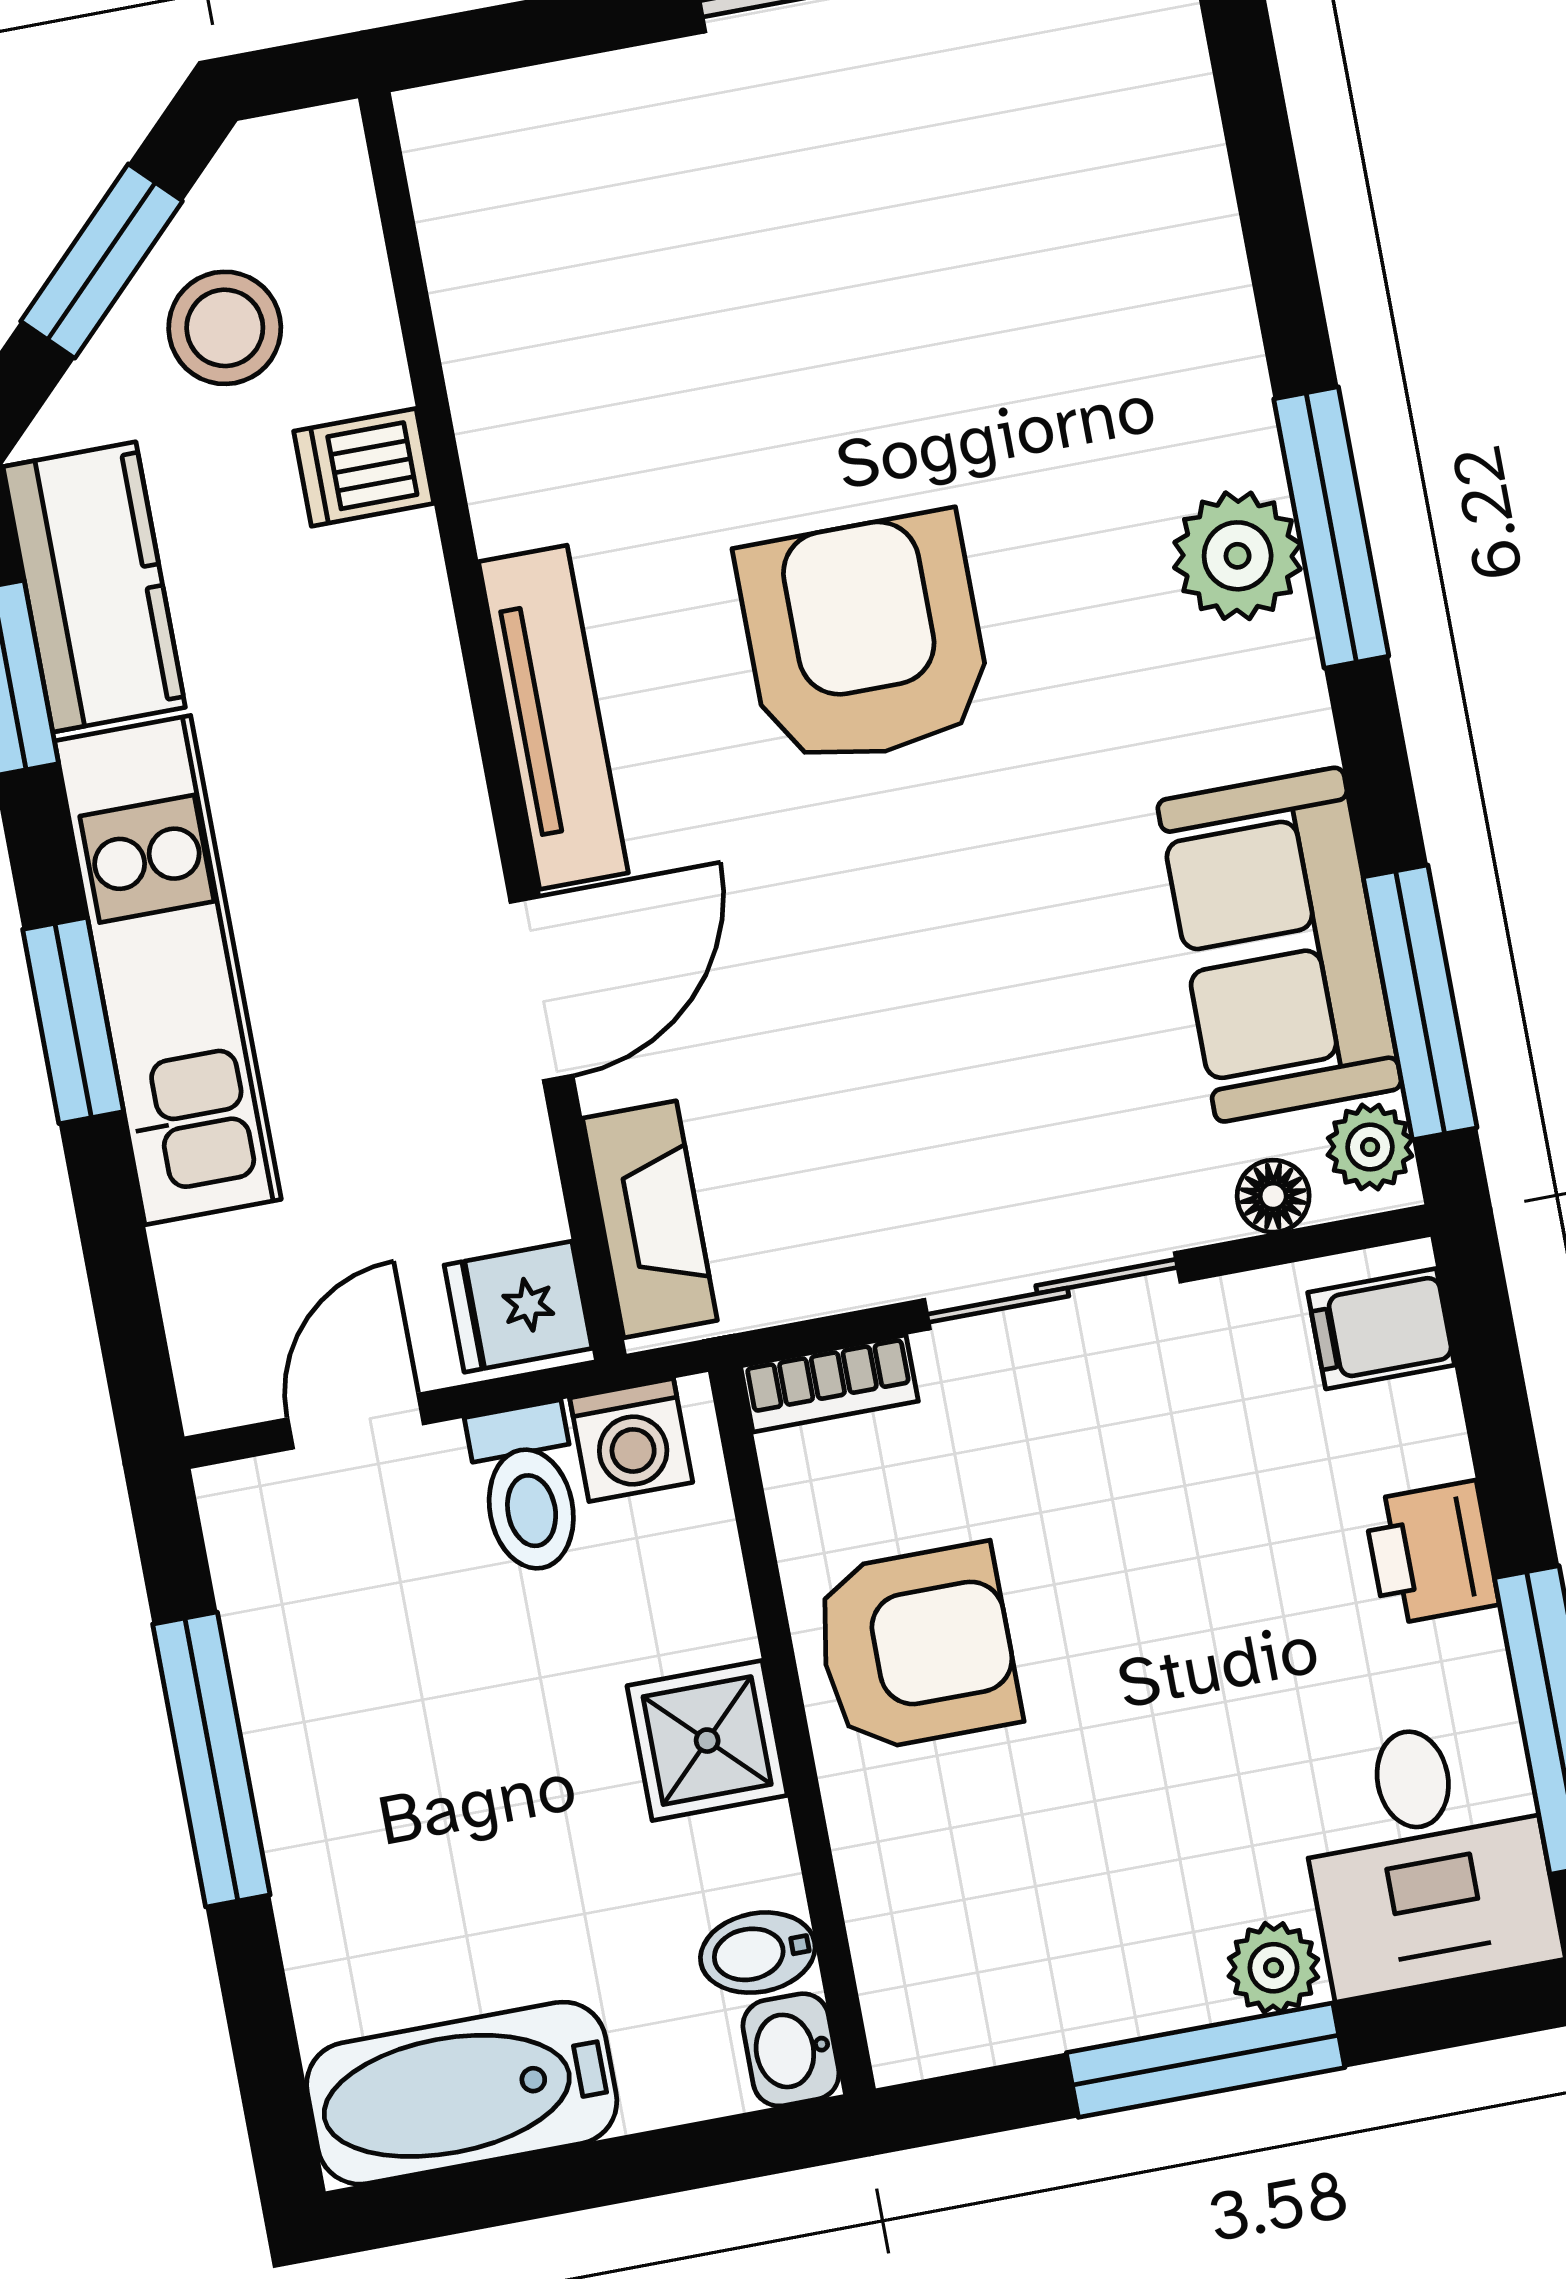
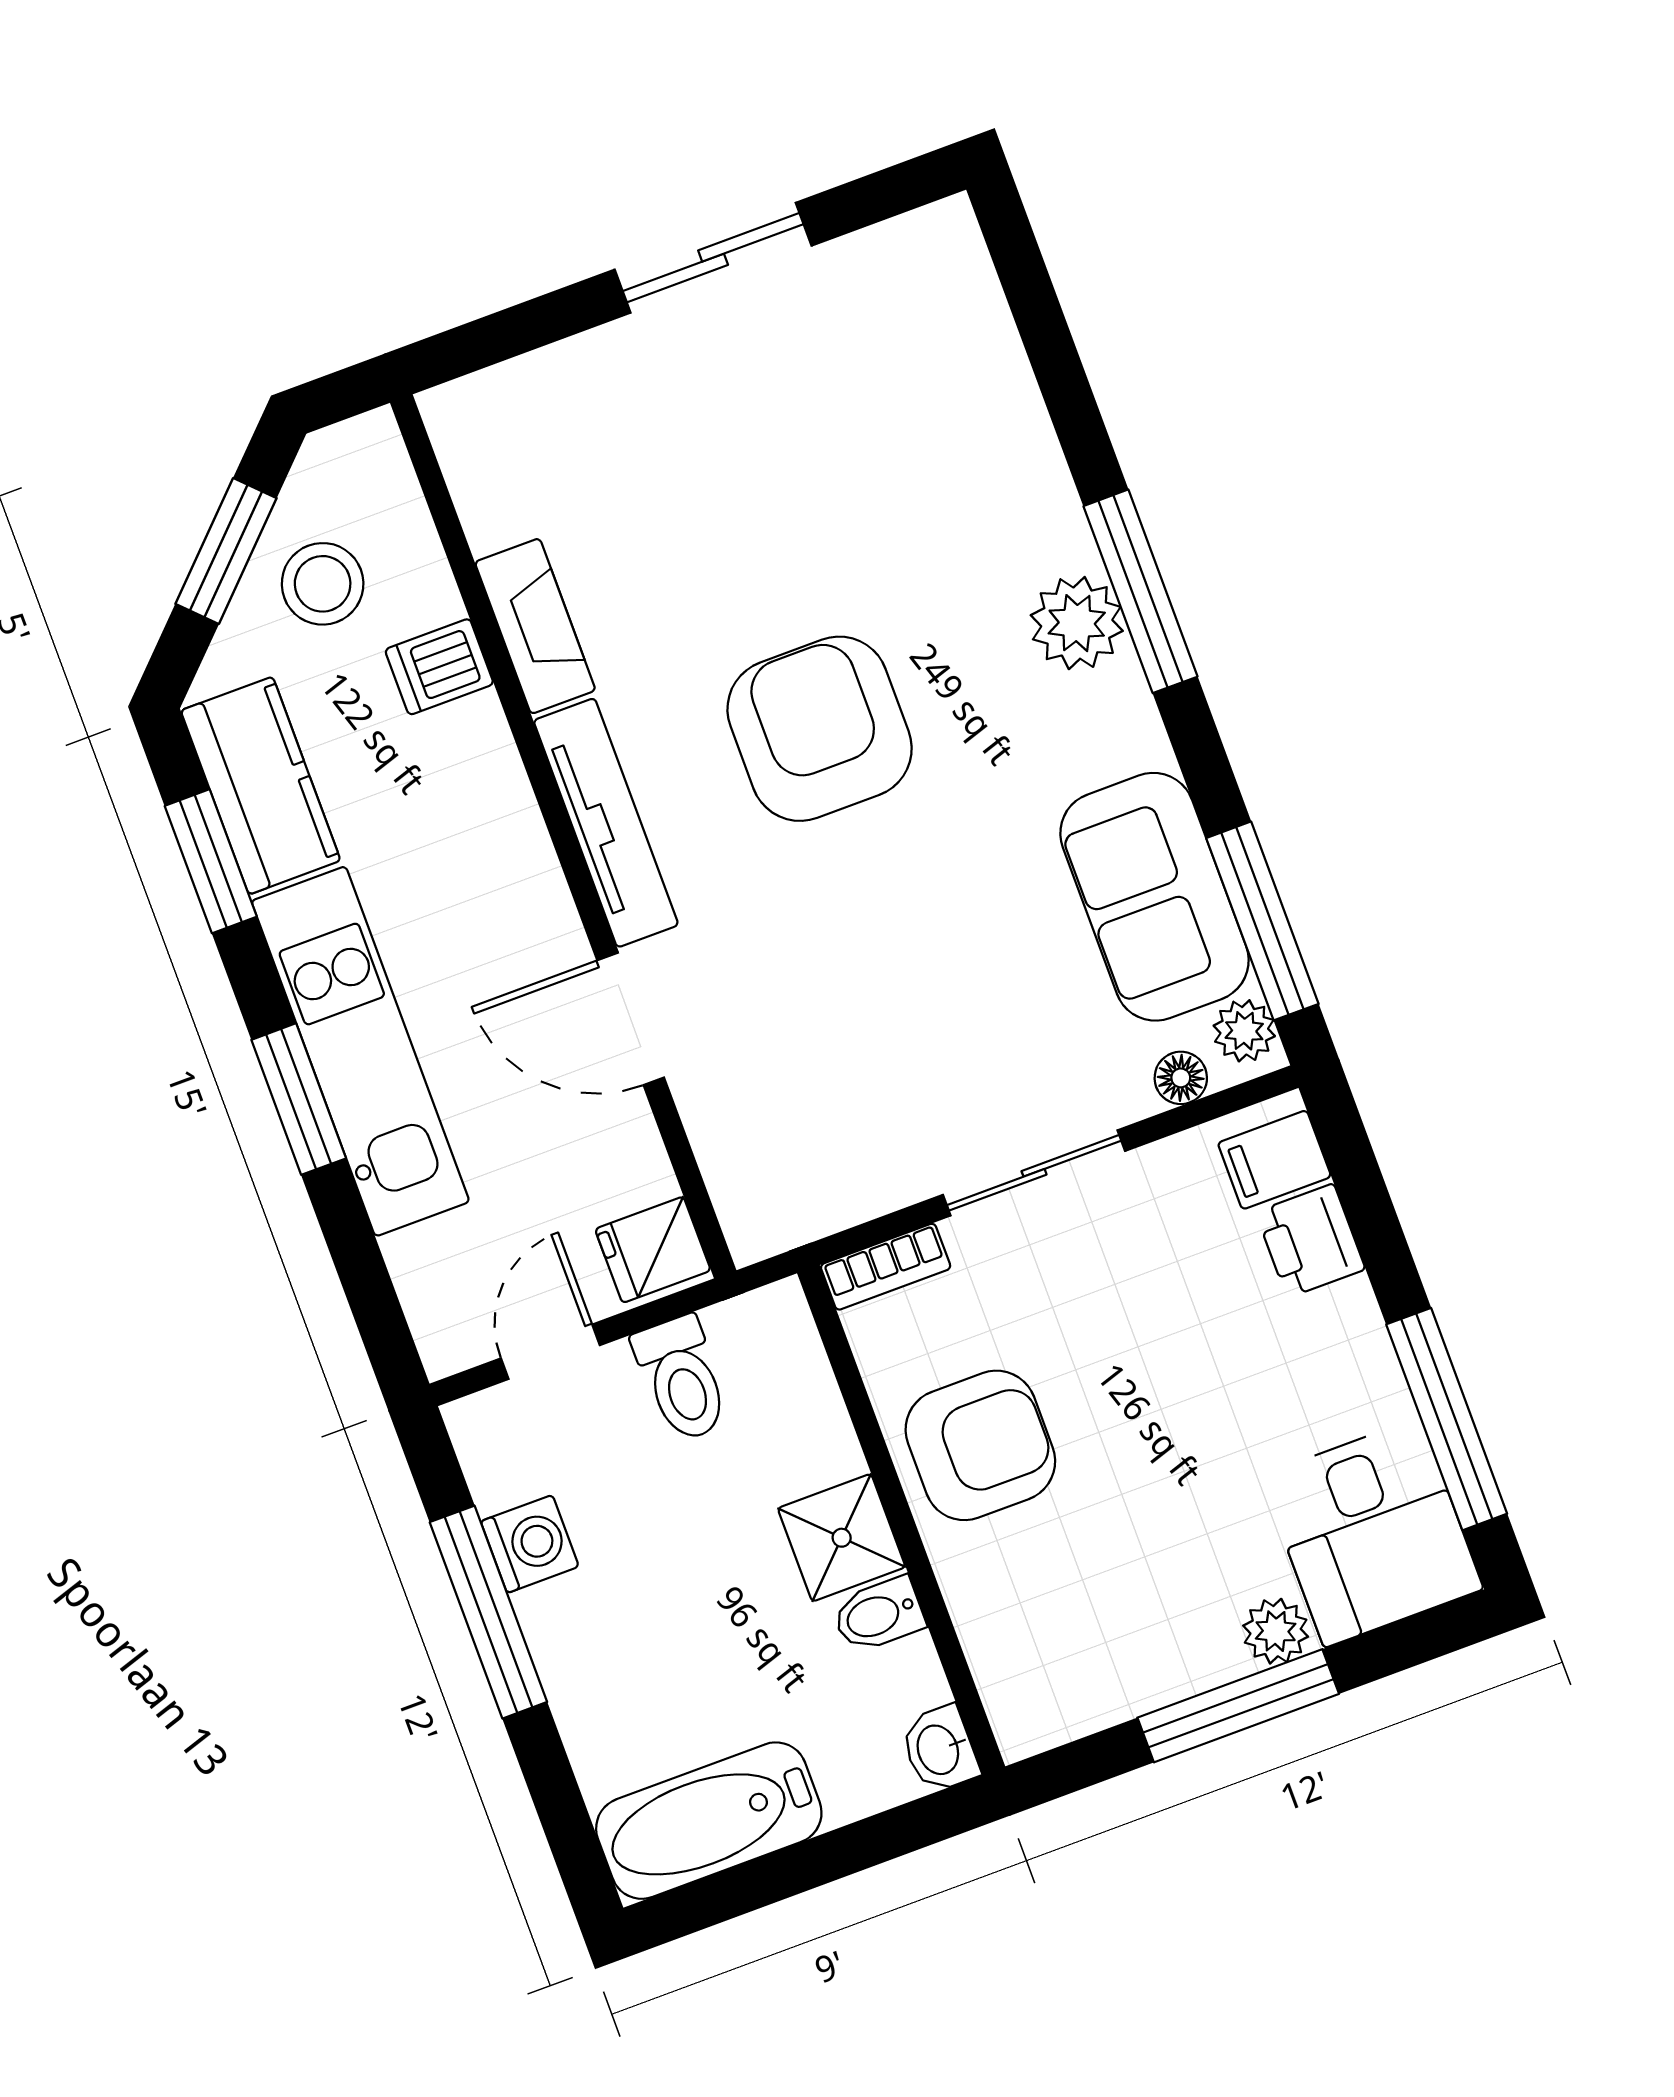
door: (541, 989) -> (631, 1019), swing flipped
fireplace: (650, 1219) -> (535, 626), moved
washing machine: (631, 1440) -> (530, 1544), moved, turned -90
printer: (1431, 1553) -> (1310, 1241), moved
bidet: (758, 1953) -> (878, 1615), moved

